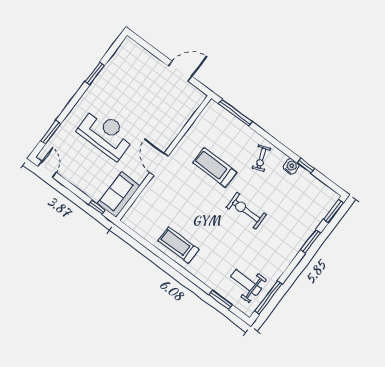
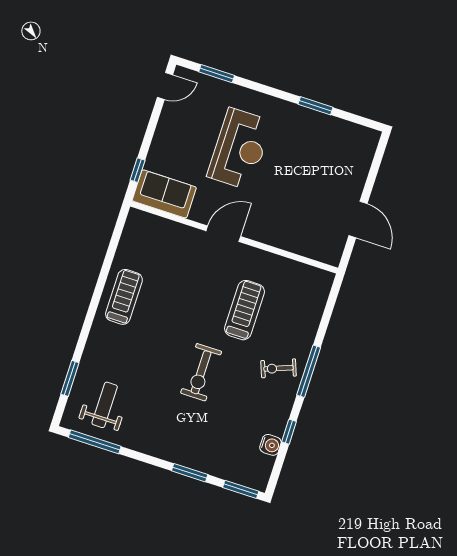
window: (235, 113) -> (309, 371), moved
water cooler: (291, 166) -> (270, 445), moved
exercise bike: (246, 211) -> (201, 372), turned 180

